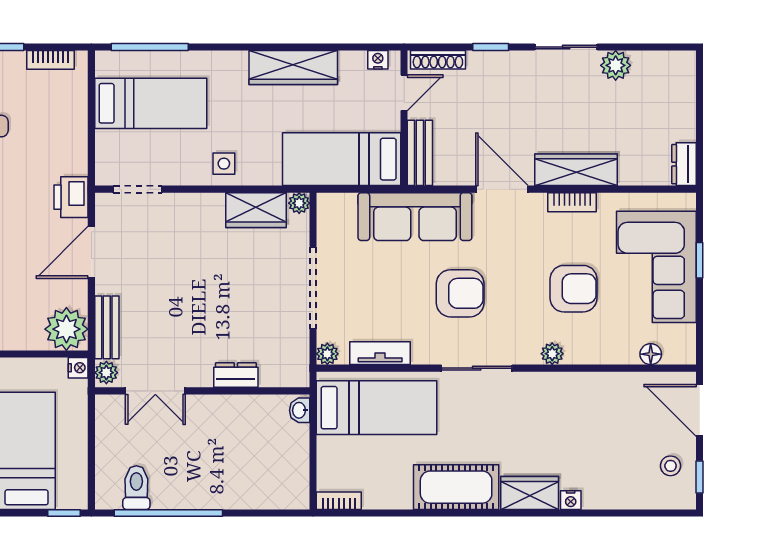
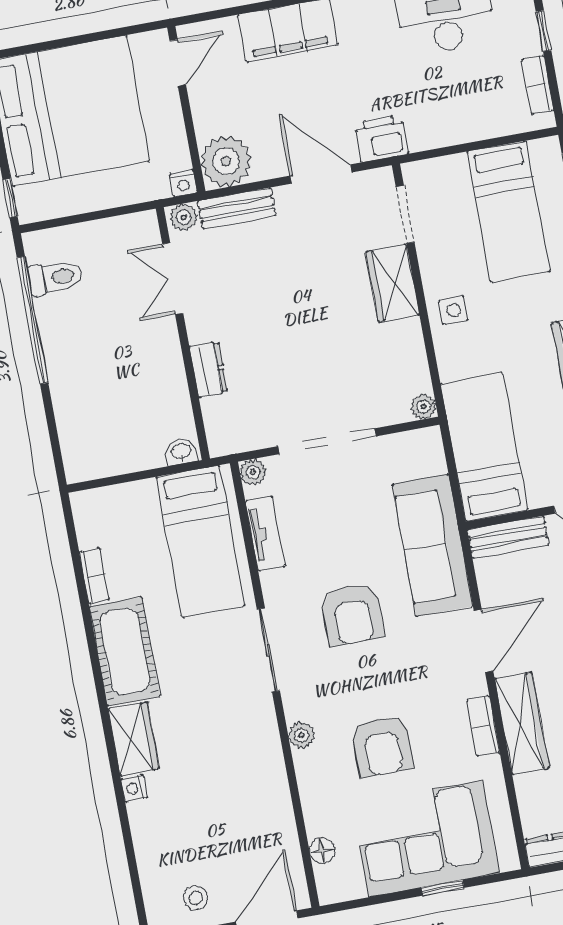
wardrobe: (256, 210) -> (392, 283), moved
bookcase: (339, 501) -> (94, 576), moved

